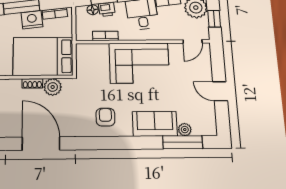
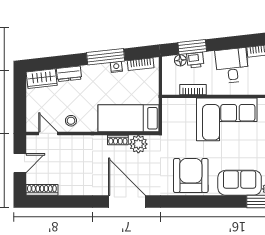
nightstand: (32, 20) -> (116, 67), width x0.53, depth x0.56
bed: (43, 56) -> (128, 118), width x0.67
armchair: (105, 117) -> (191, 175), width x1.88, depth x1.88

